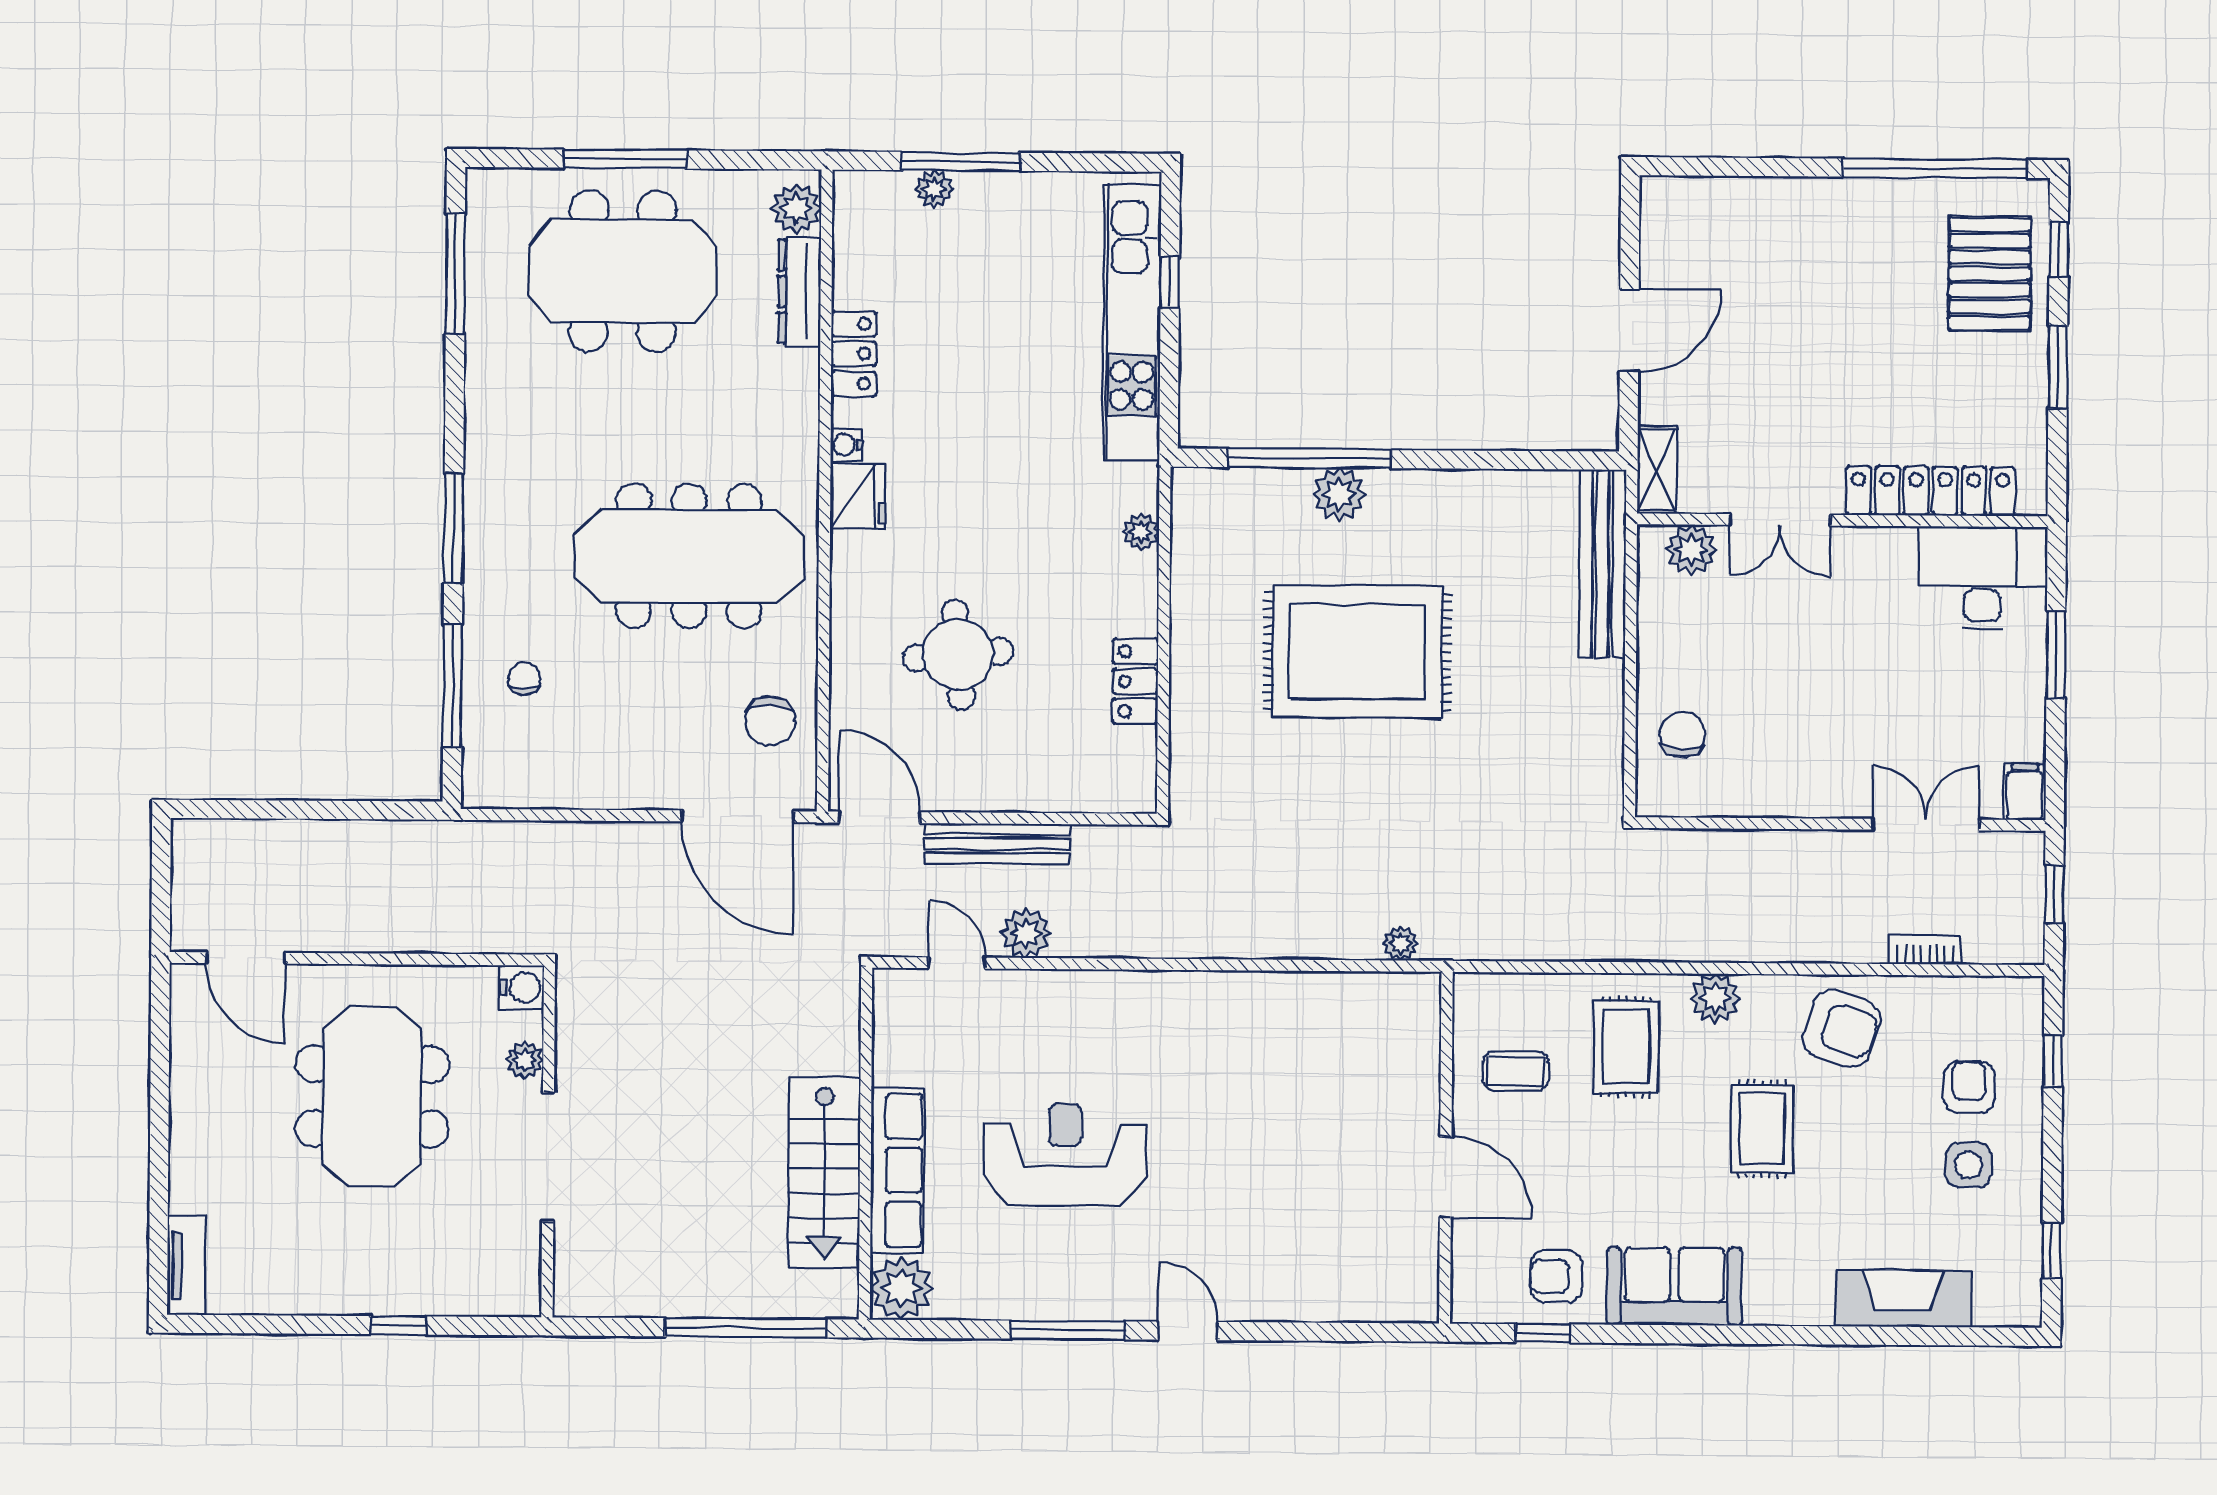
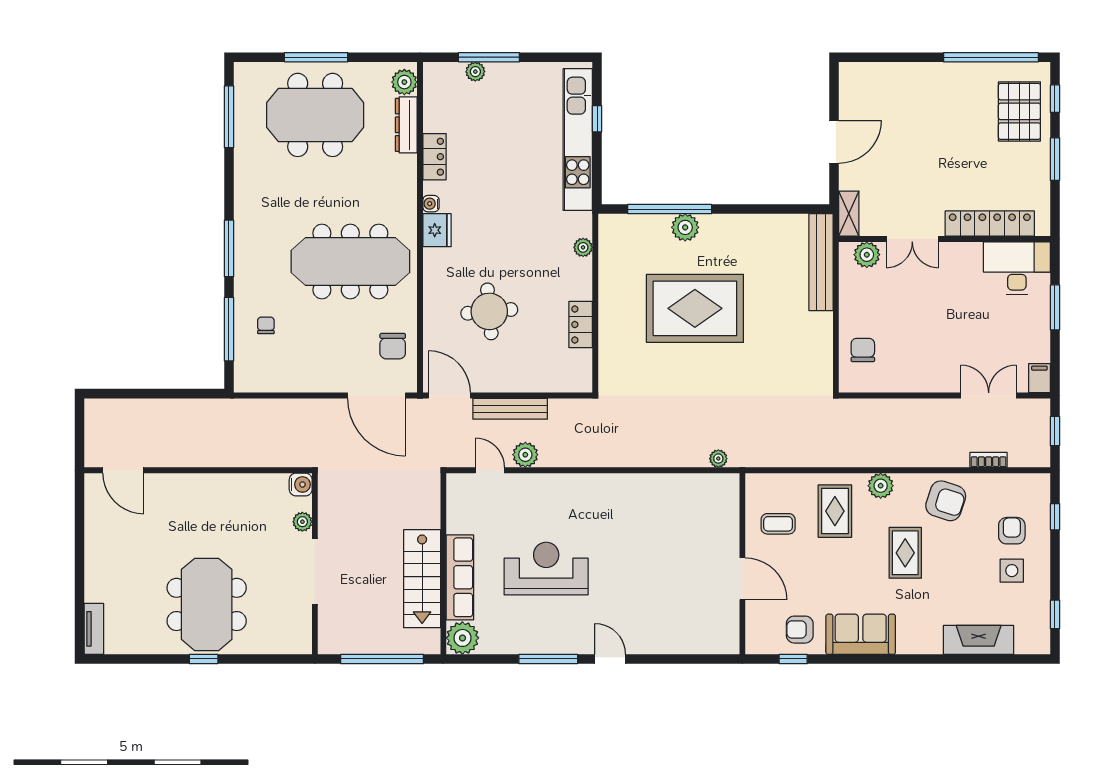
water cooler: (522, 988) -> (301, 484), moved
plant: (525, 1060) -> (302, 522), moved
meeting table: (372, 1096) -> (207, 604), moved
wall: (548, 1141) -> (315, 564), moved
doorway: (548, 1157) -> (315, 572), moved

